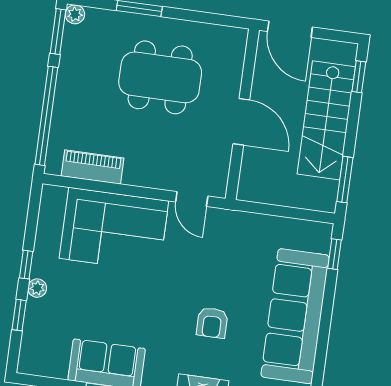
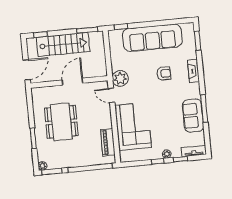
door: (192, 199) -> (112, 95), swing flipped
plant: (224, 226) -> (120, 78), added
tv unit: (30, 348) -> (194, 151), added

